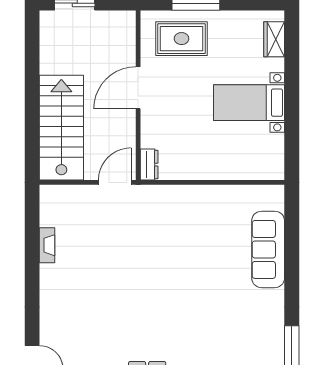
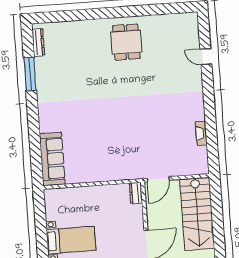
sofa: (268, 249) -> (52, 159), moved

